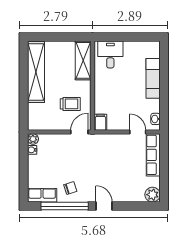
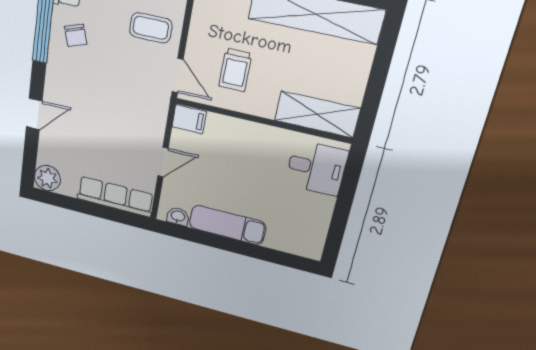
exam couch: (153, 78) -> (227, 225), moved
door: (138, 132) -> (163, 162), moved
coffee table: (58, 150) -> (151, 28), added
door: (104, 206) -> (34, 114), moved

